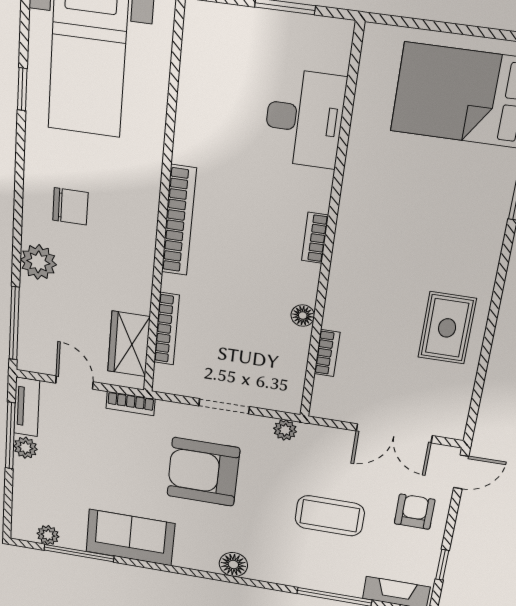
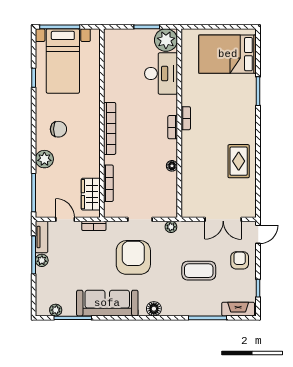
plant: (326, 44) -> (166, 40), added
bookcase: (327, 353) -> (186, 118), moved
armchair: (203, 472) -> (133, 257), turned 90
sofa: (130, 538) -> (107, 303), width x1.36

